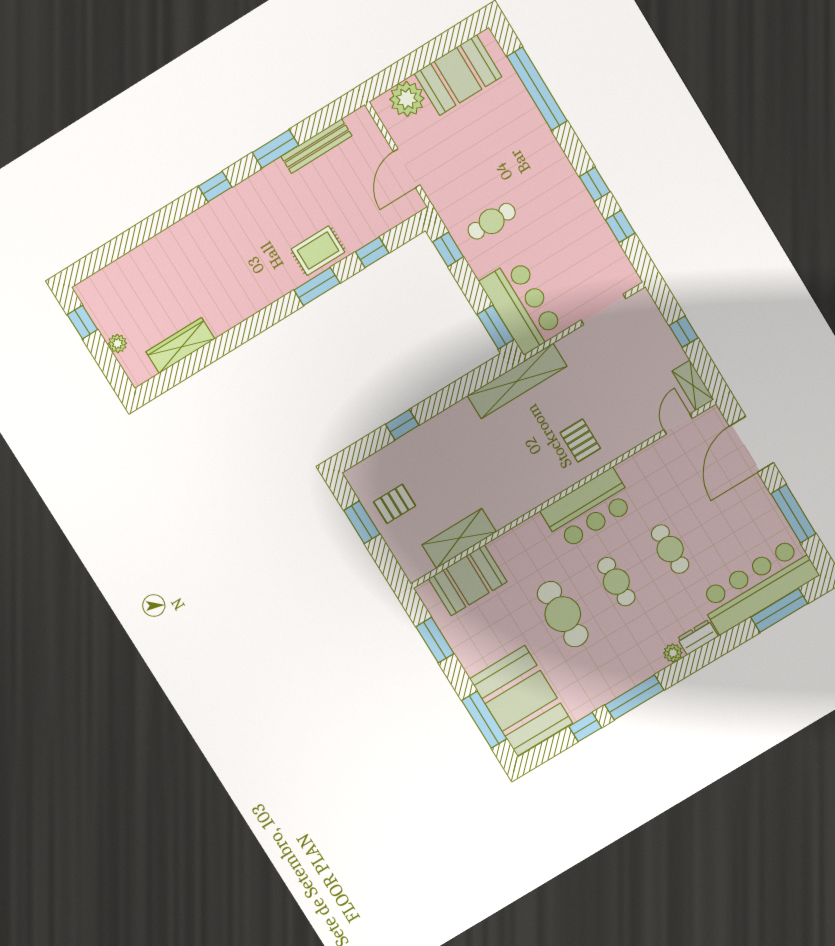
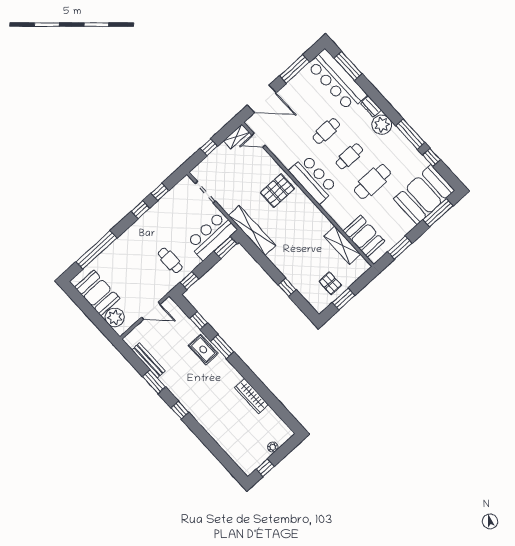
wardrobe: (180, 345) -> (252, 396), moved
pallet: (580, 441) -> (277, 191), width x1.50, depth x1.42
plant: (673, 653) -> (382, 125), width x1.88, depth x1.88

